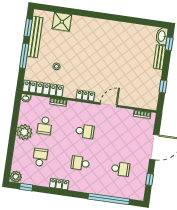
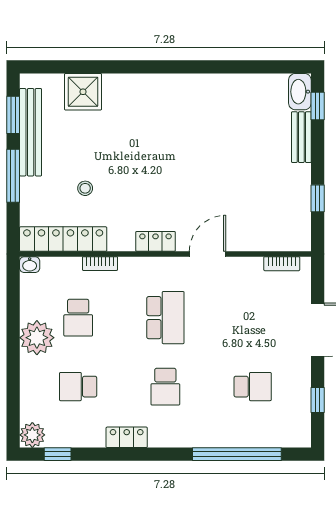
school desk: (85, 131) -> (165, 318), width x1.85
school desk: (40, 157) -> (78, 387), turned -90
school desk: (80, 163) -> (165, 387), turned -90

